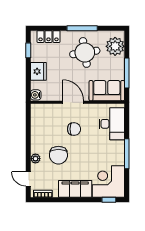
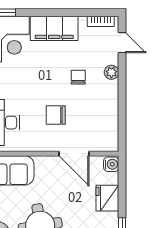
door: (73, 102) -> (74, 154), moved
chair: (58, 155) -> (78, 77), width x0.54, depth x0.54

